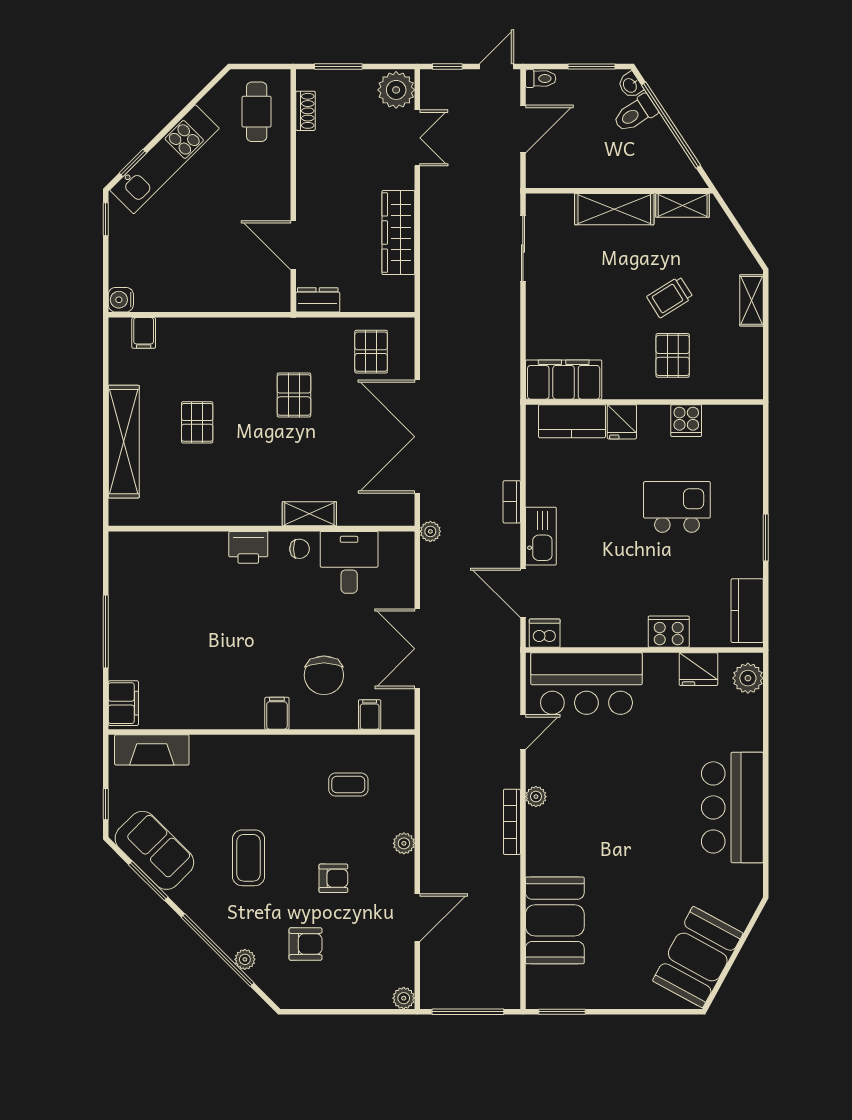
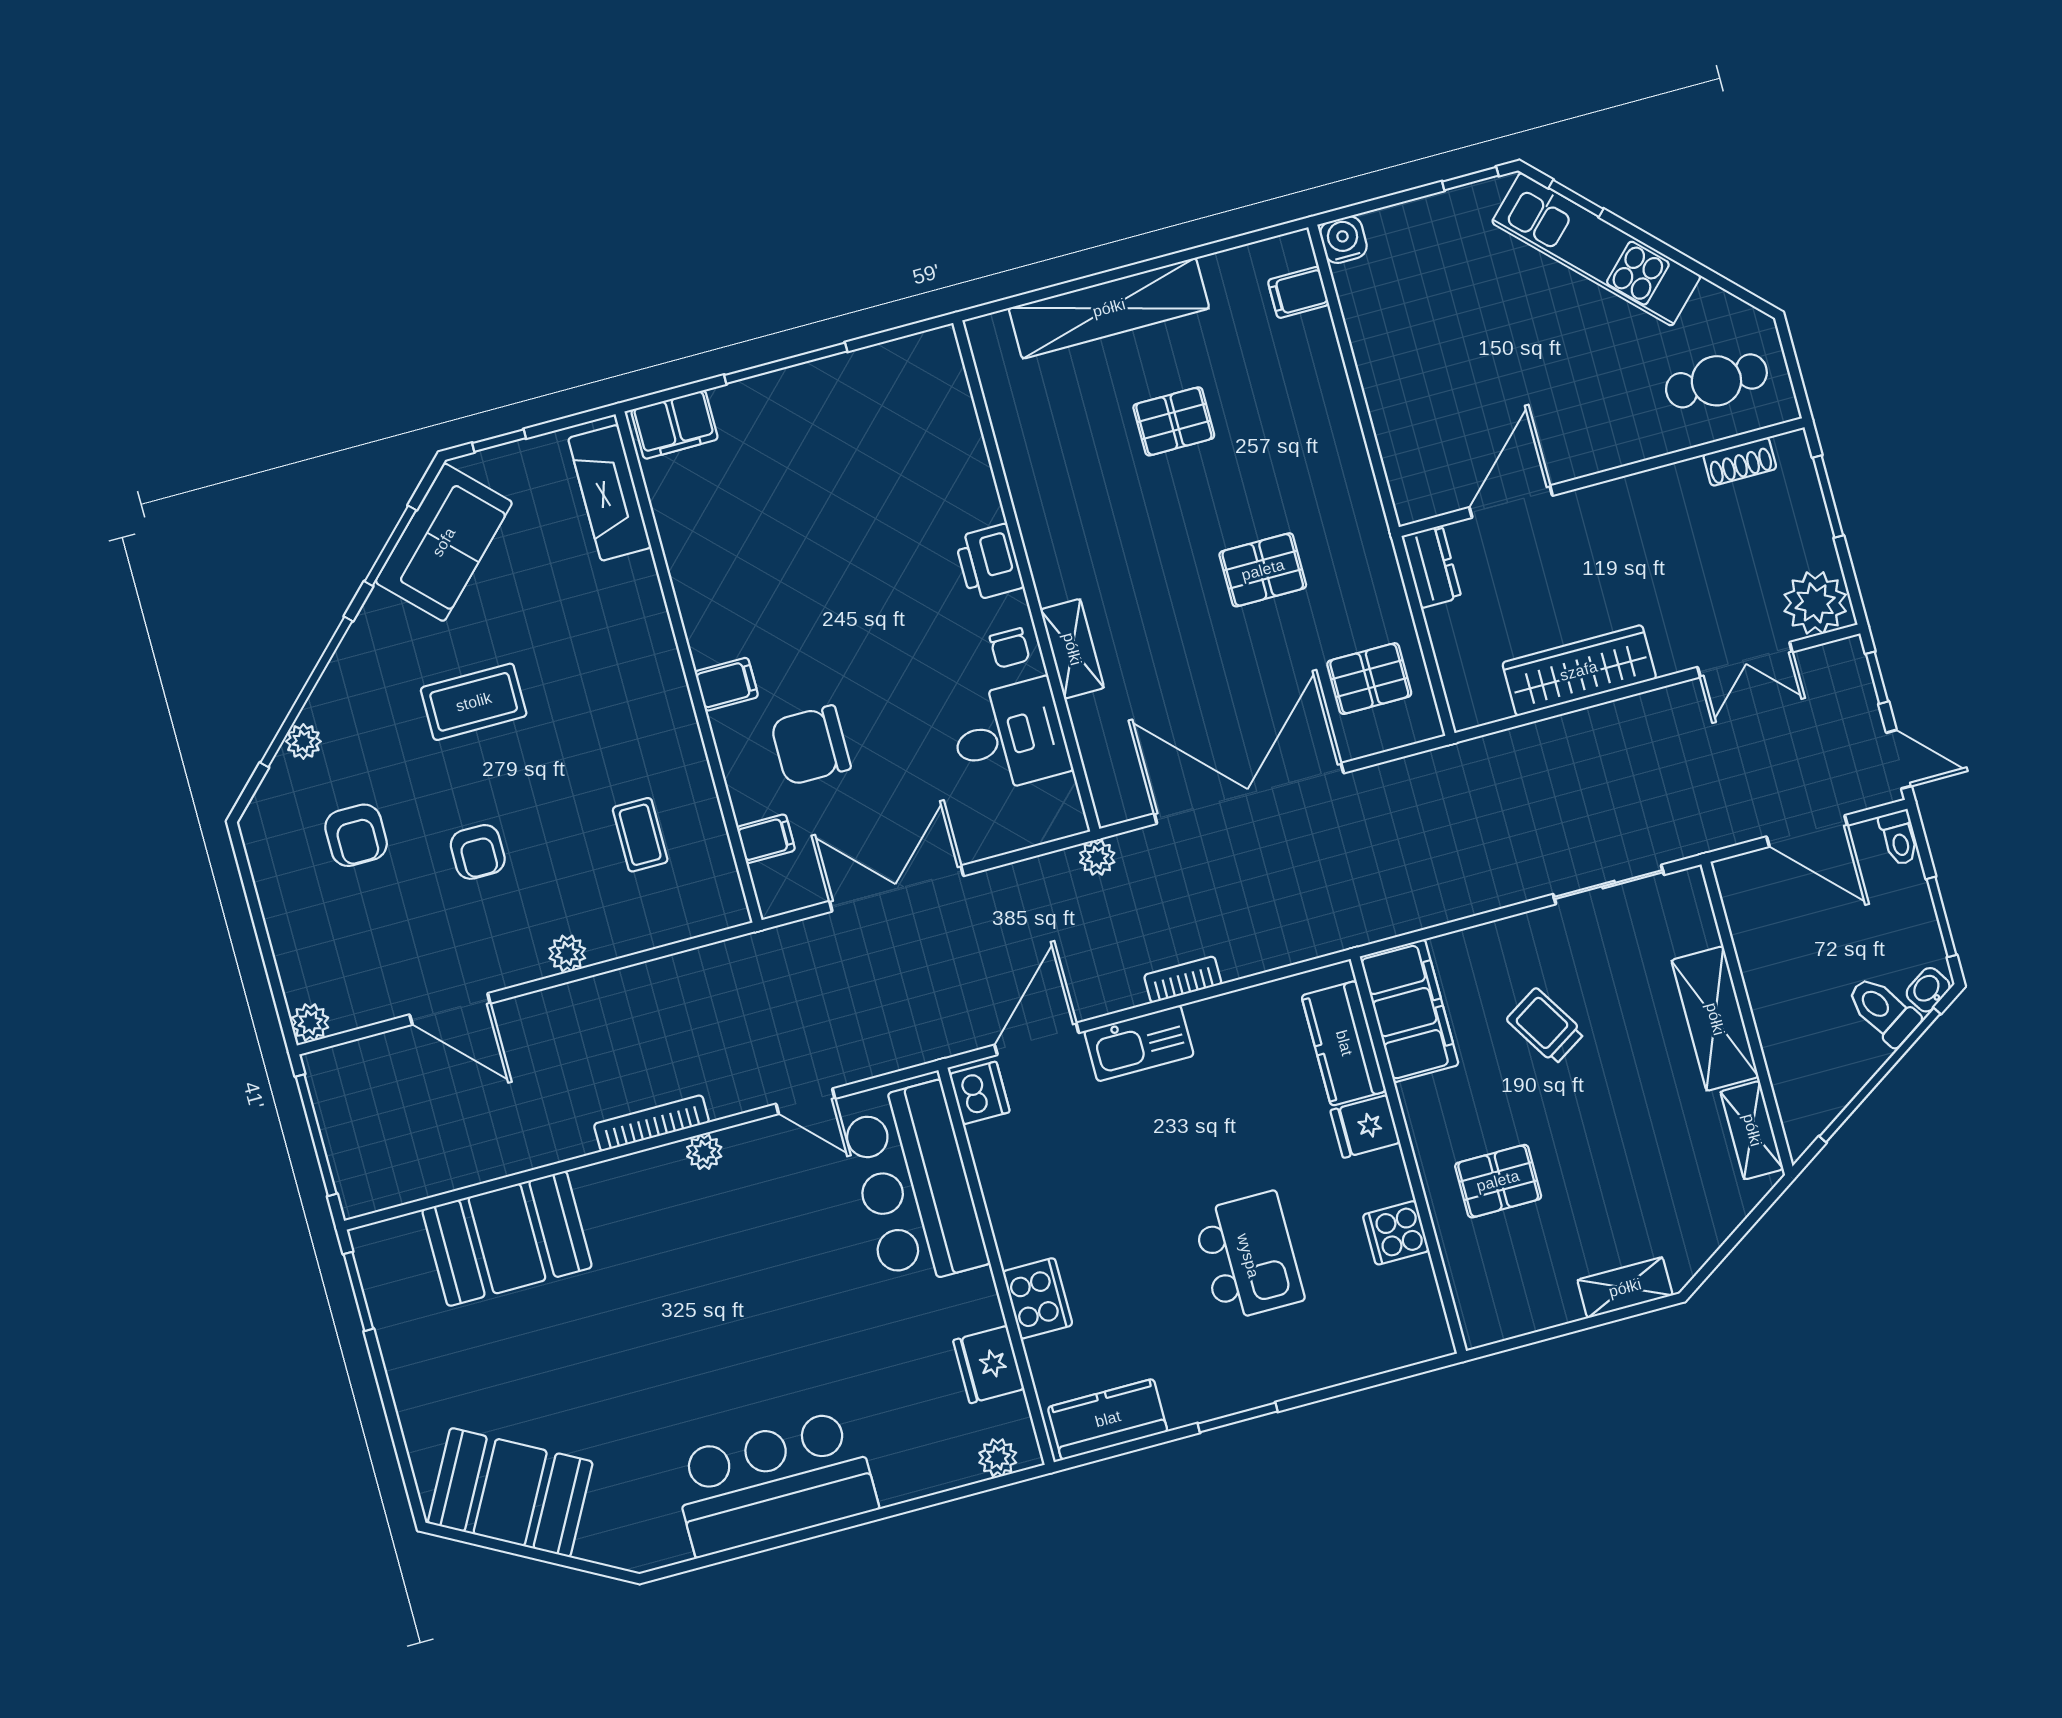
trolley: (670, 297) -> (1545, 1026), moved
plant: (748, 678) -> (998, 1458), width x0.73, depth x0.73

